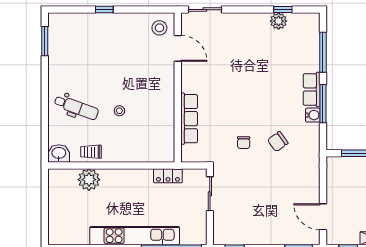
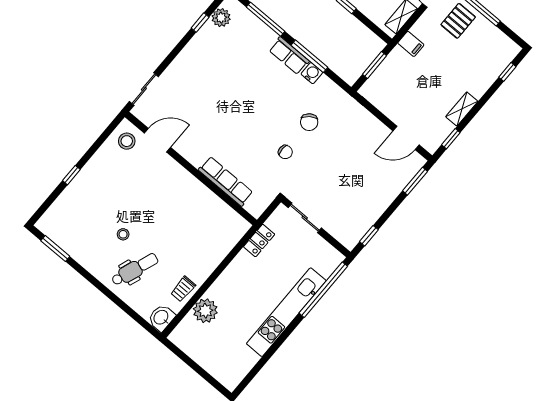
plant: (279, 21) -> (221, 18), moved
stool: (119, 111) -> (123, 234), moved

